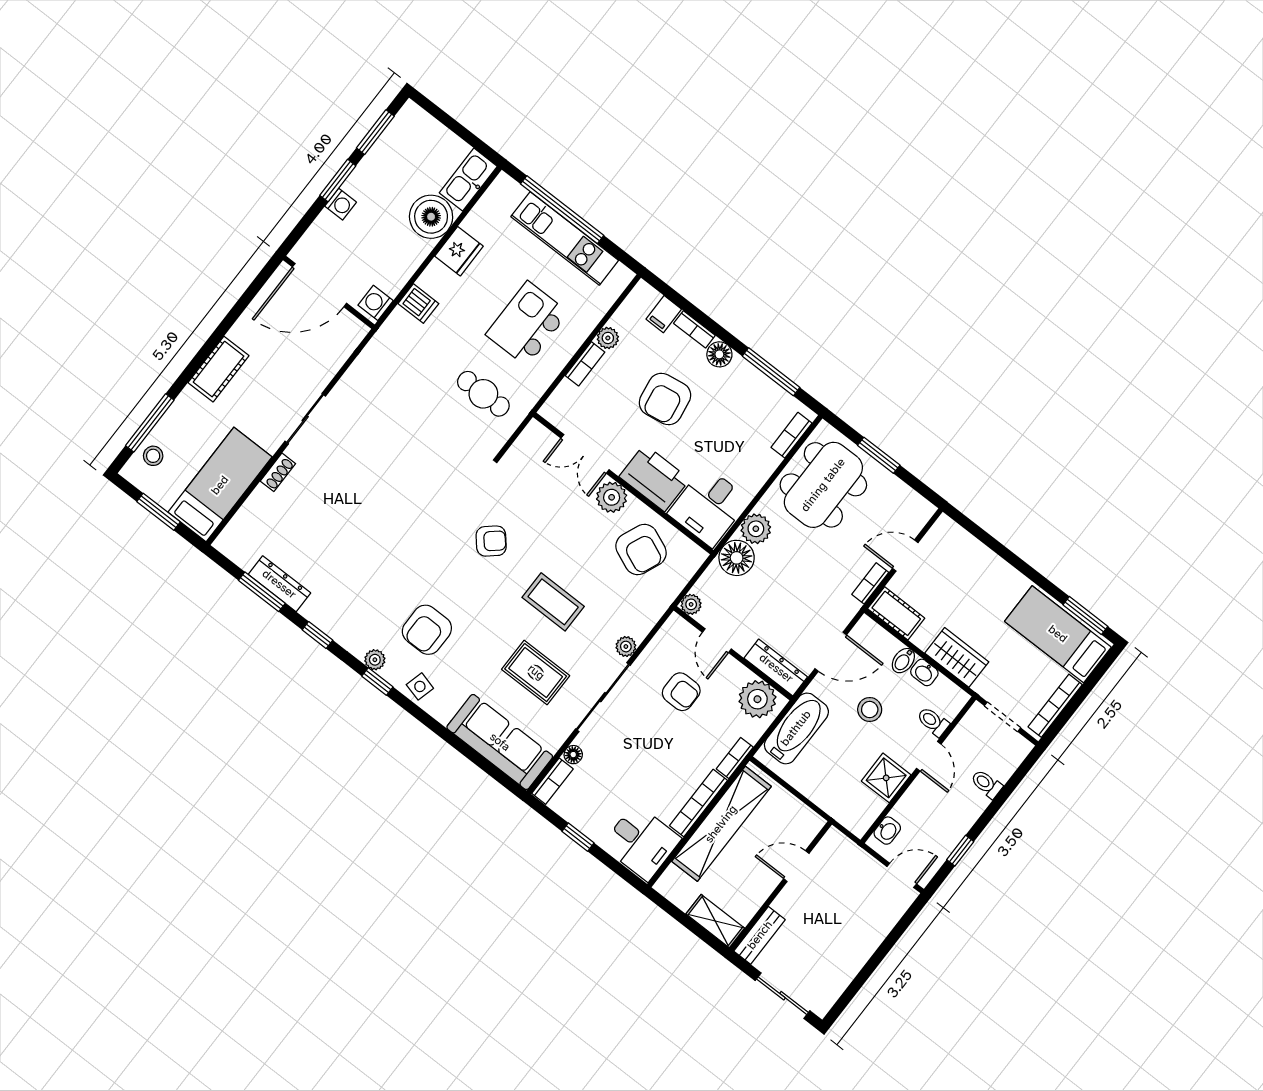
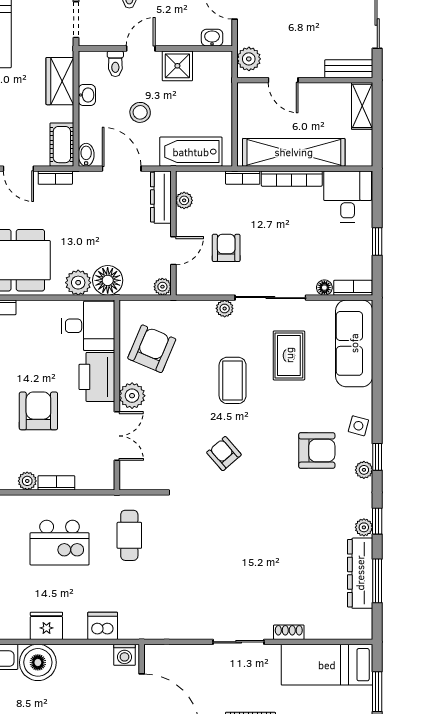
dishwasher: (418, 304) -> (103, 626), width x1.38
armchair: (665, 399) -> (38, 411), turned -81
dresser: (279, 584) -> (360, 573), width x1.37, depth x1.24
plant: (321, 618) -> (364, 527), added
bidet: (903, 661) -> (86, 155), moved, turned -90
plant: (757, 699) -> (184, 200), width x0.53, depth x0.53
plant: (841, 849) -> (249, 59), added

